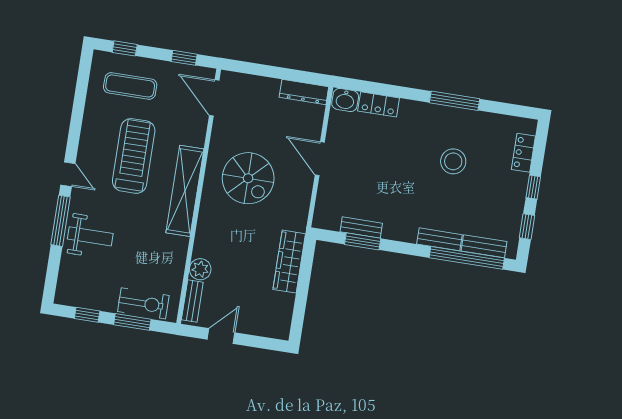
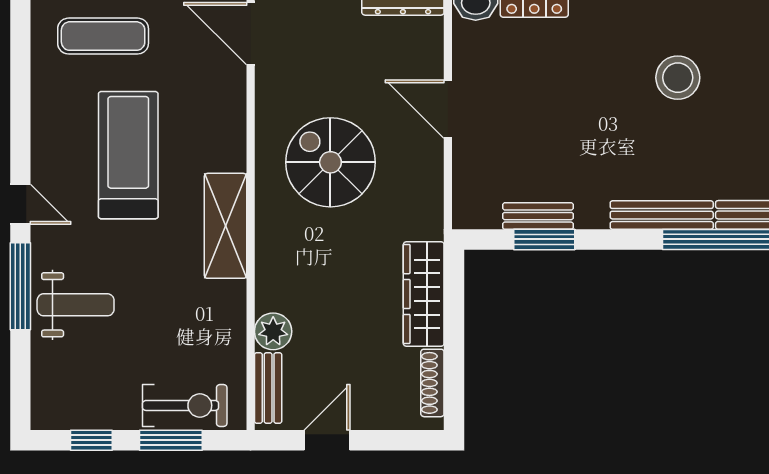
spiral stairs: (248, 178) -> (330, 162), turned 180
shelving: (185, 191) -> (226, 226), width x0.68
bench: (439, 239) -> (662, 215), width x1.36
shoe rack: (286, 313) -> (432, 383), added

